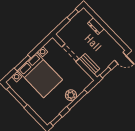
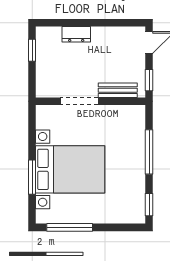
plant: (71, 95) -> (135, 154), removed

